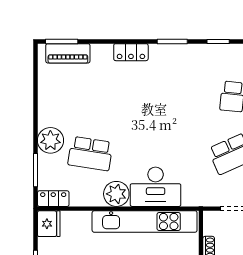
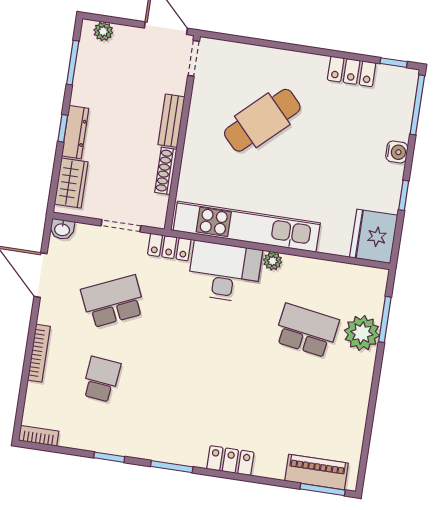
plant: (50, 140) -> (362, 333), moved
plant: (116, 194) -> (273, 261), width x0.53, depth x0.53
locker: (53, 199) -> (169, 247), moved
fridge: (49, 224) -> (374, 236), width x1.36, depth x1.34

